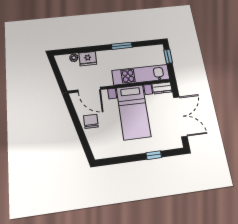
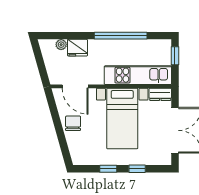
window: (122, 46) -> (121, 36), width x2.11
window: (128, 159) -> (108, 169), added

